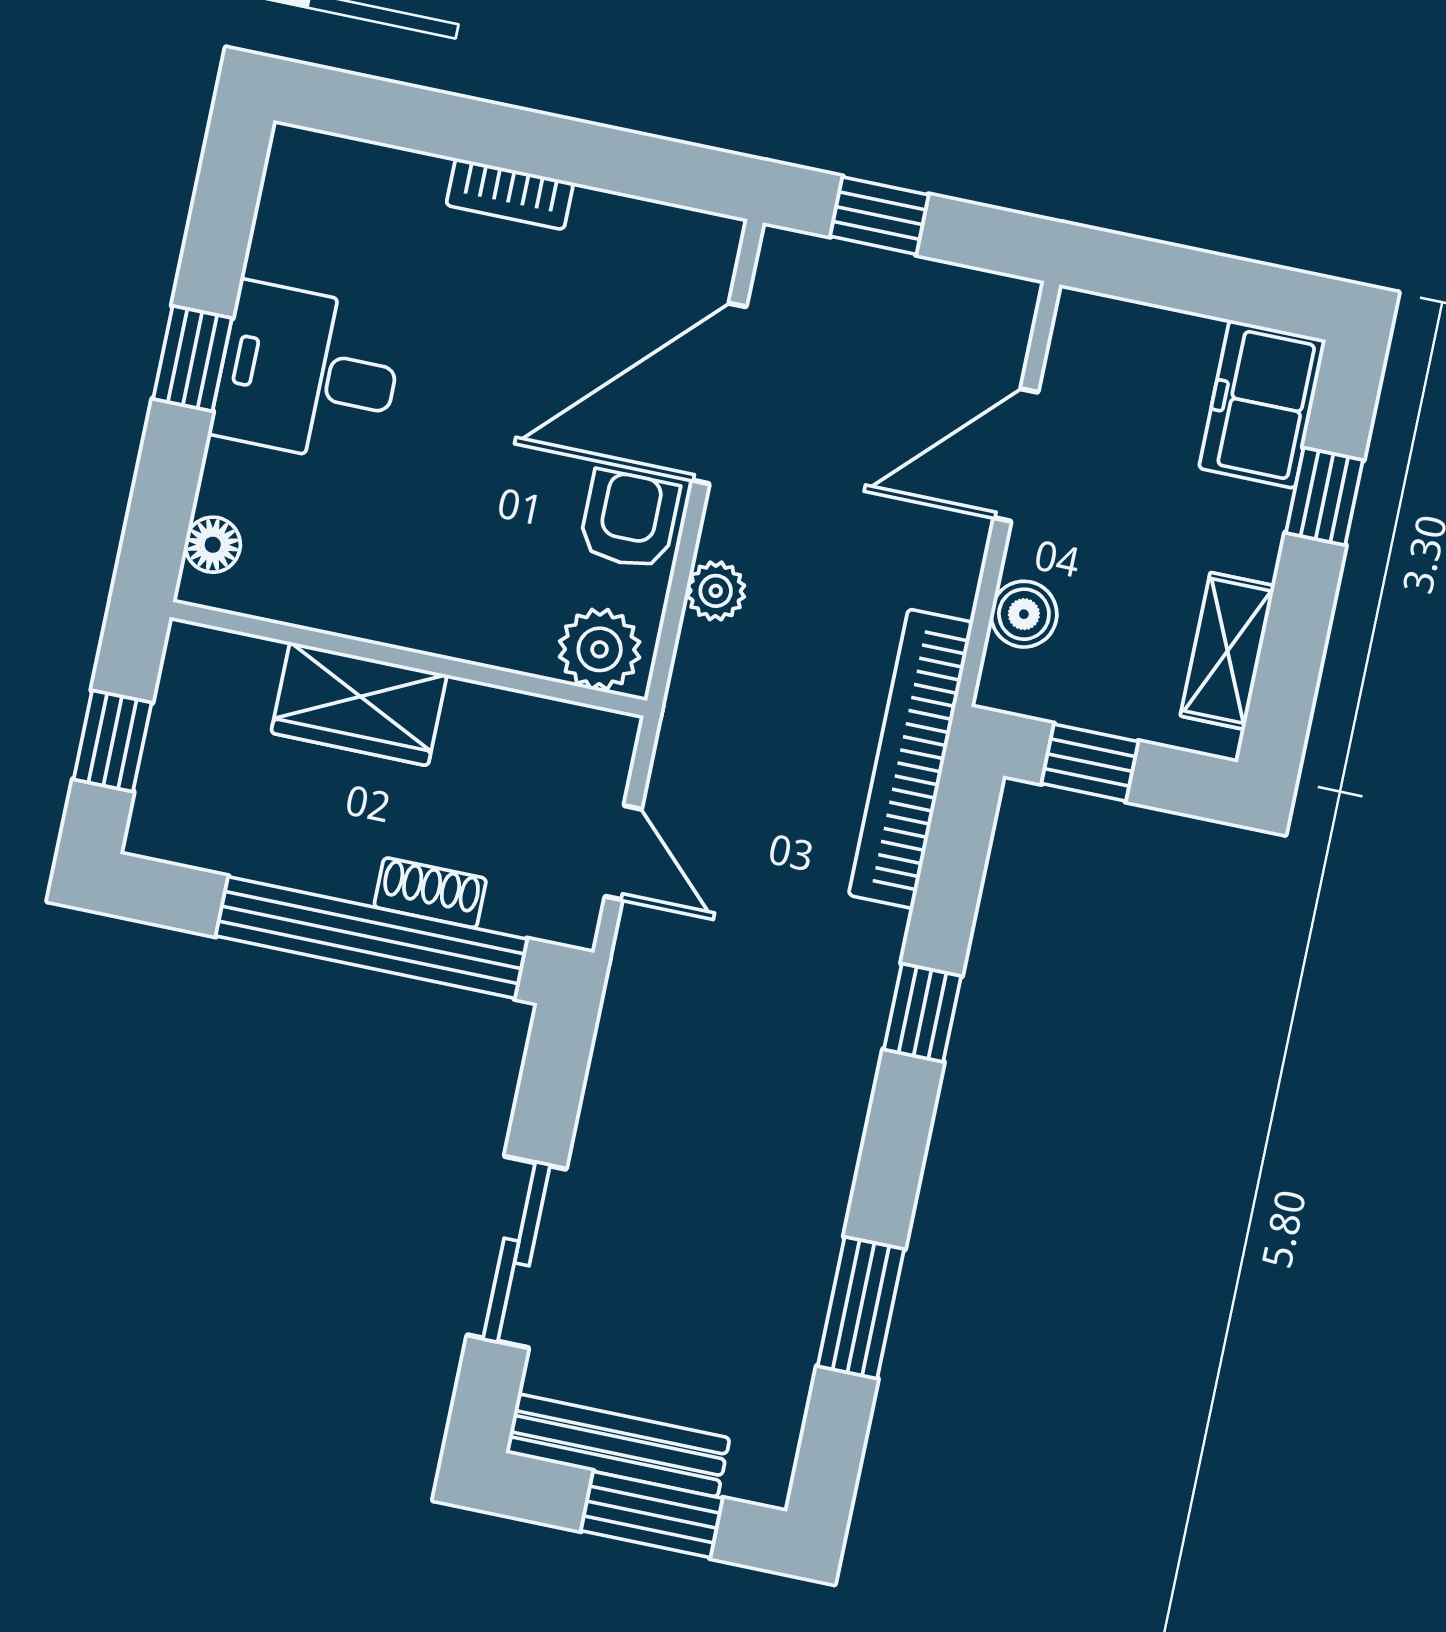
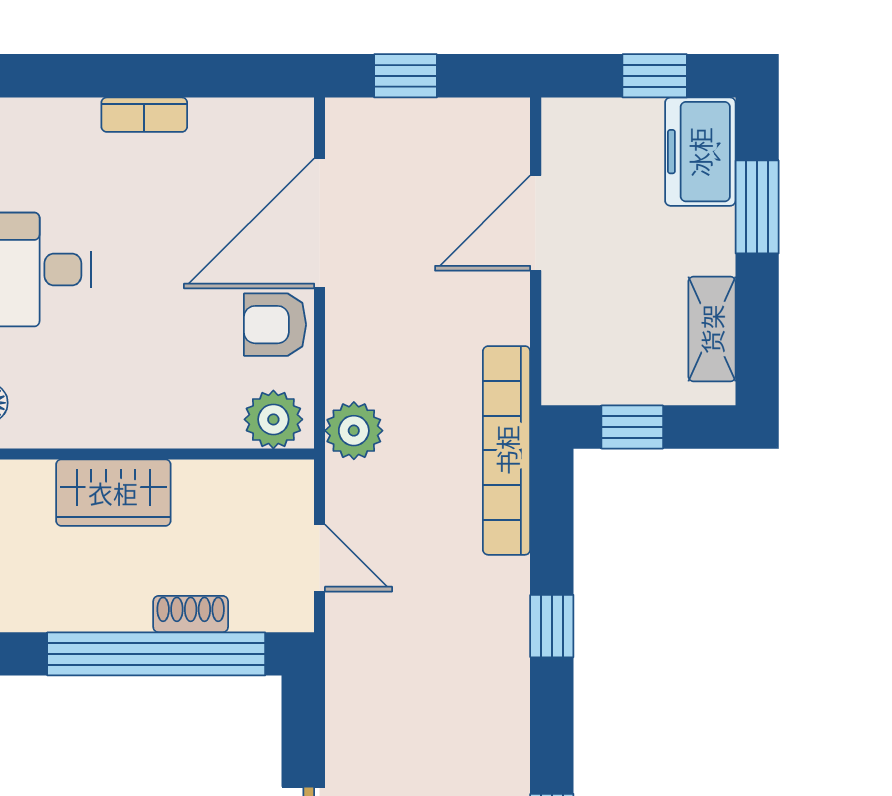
window: (1221, 287) -> (655, 76), added
window: (1324, 496) -> (757, 207), width x1.50
armchair: (629, 520) -> (275, 325), turned -90
plant: (716, 591) -> (354, 431), moved, width x1.38, depth x1.38
boiler: (1024, 614) -> (565, 333), removed

